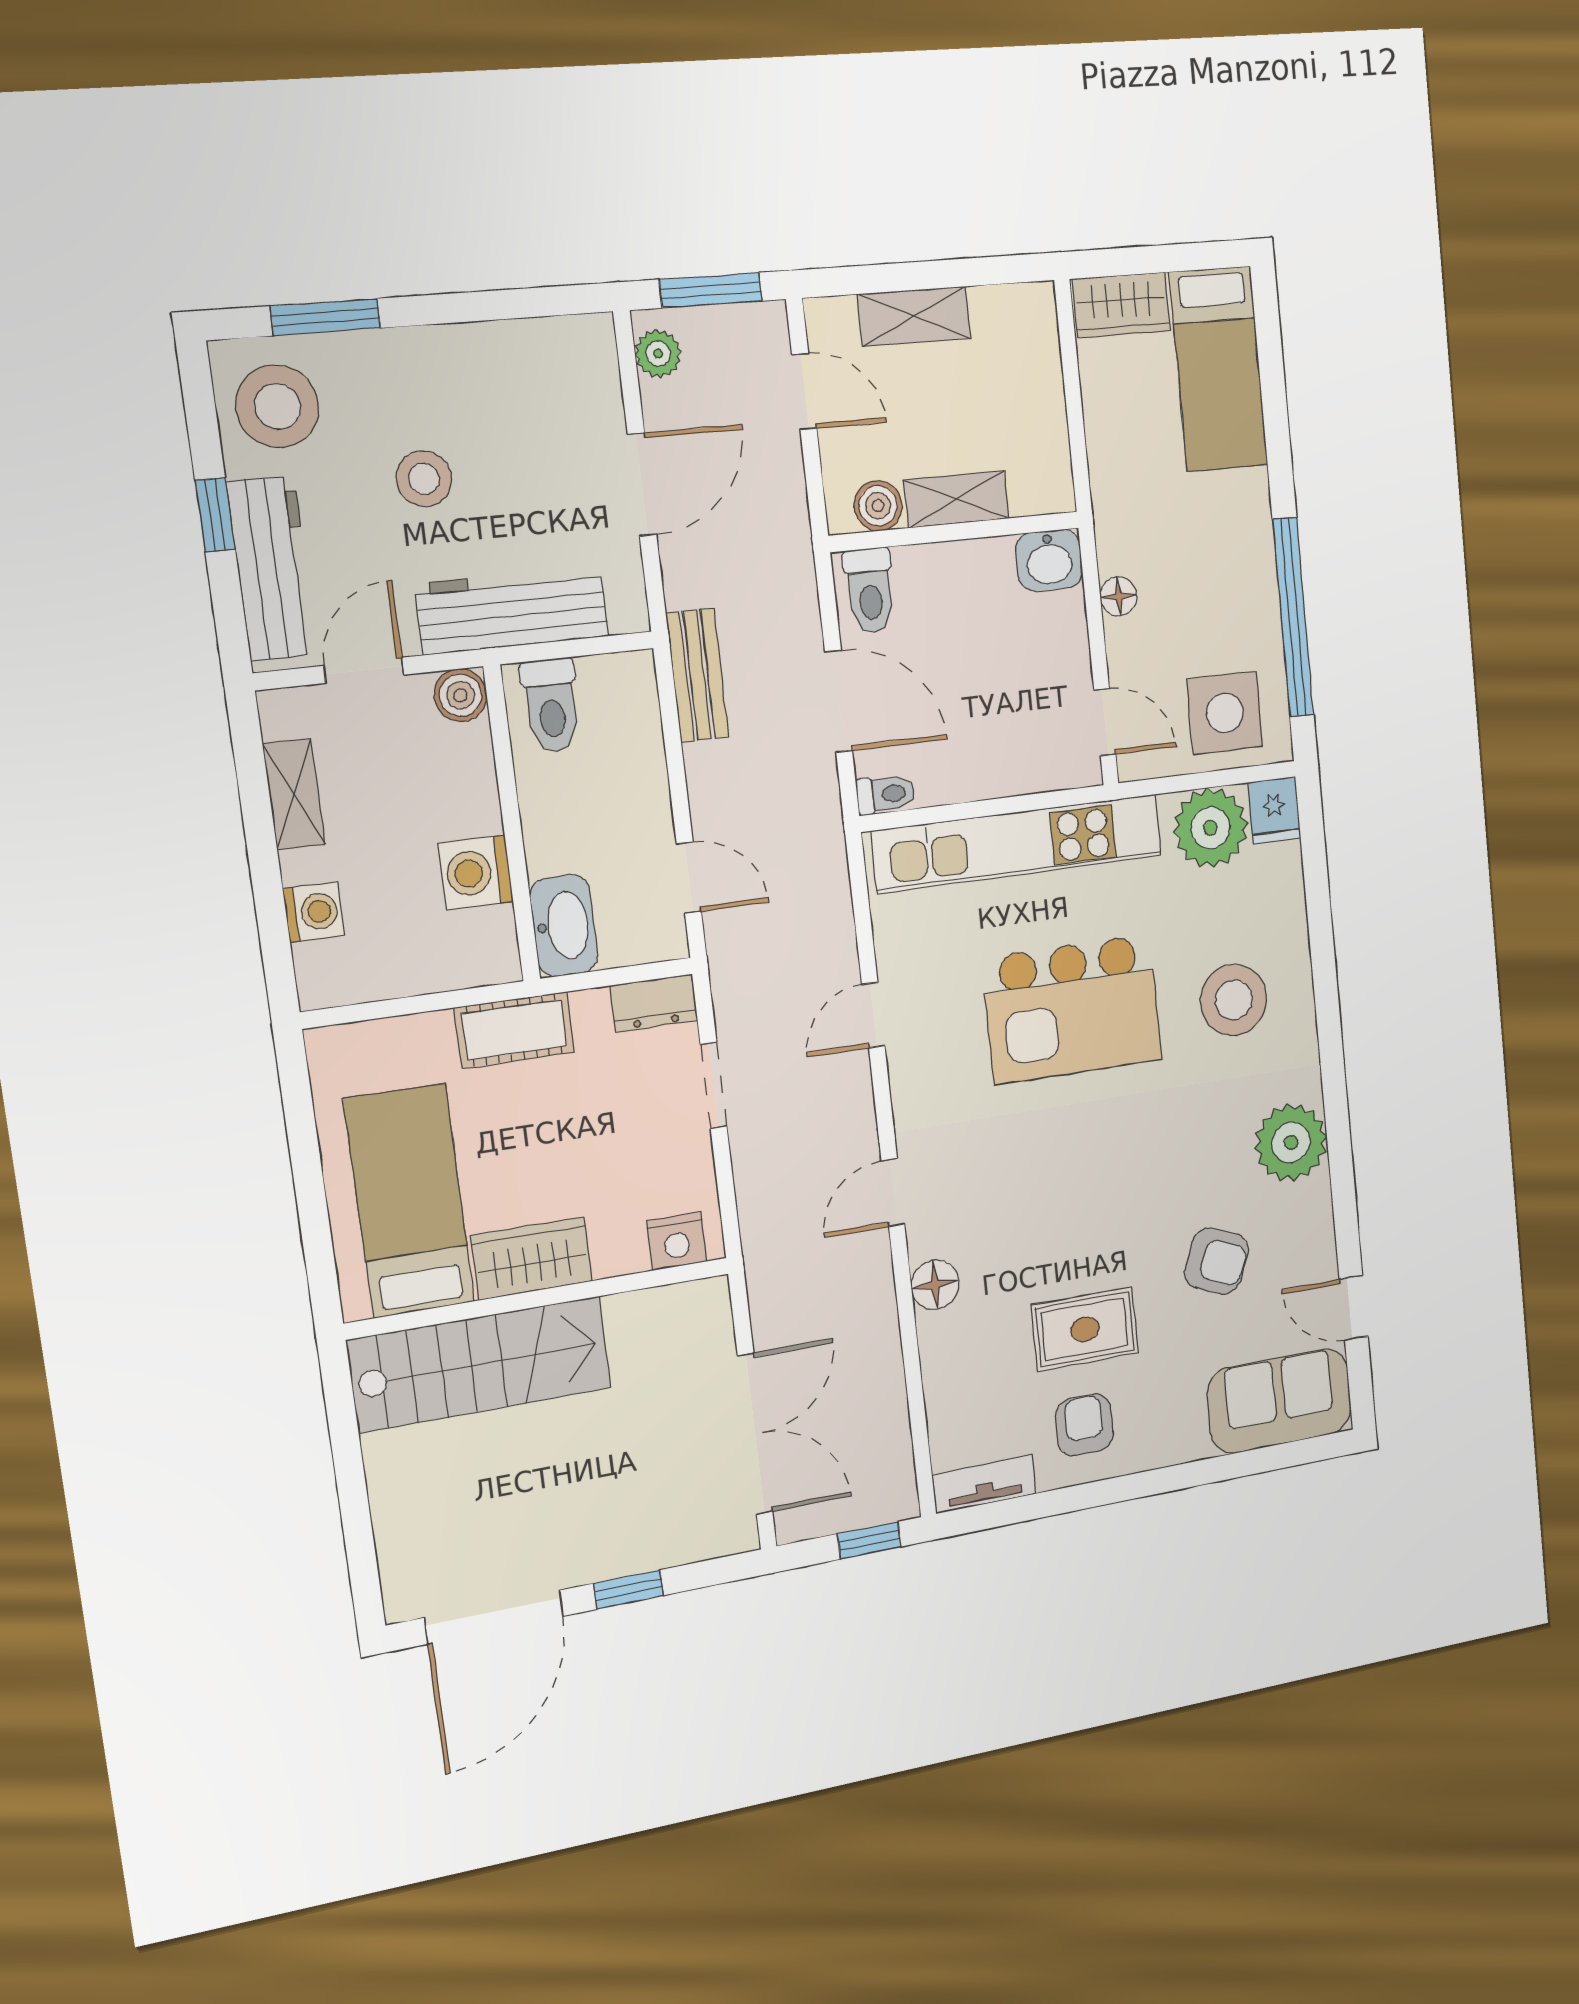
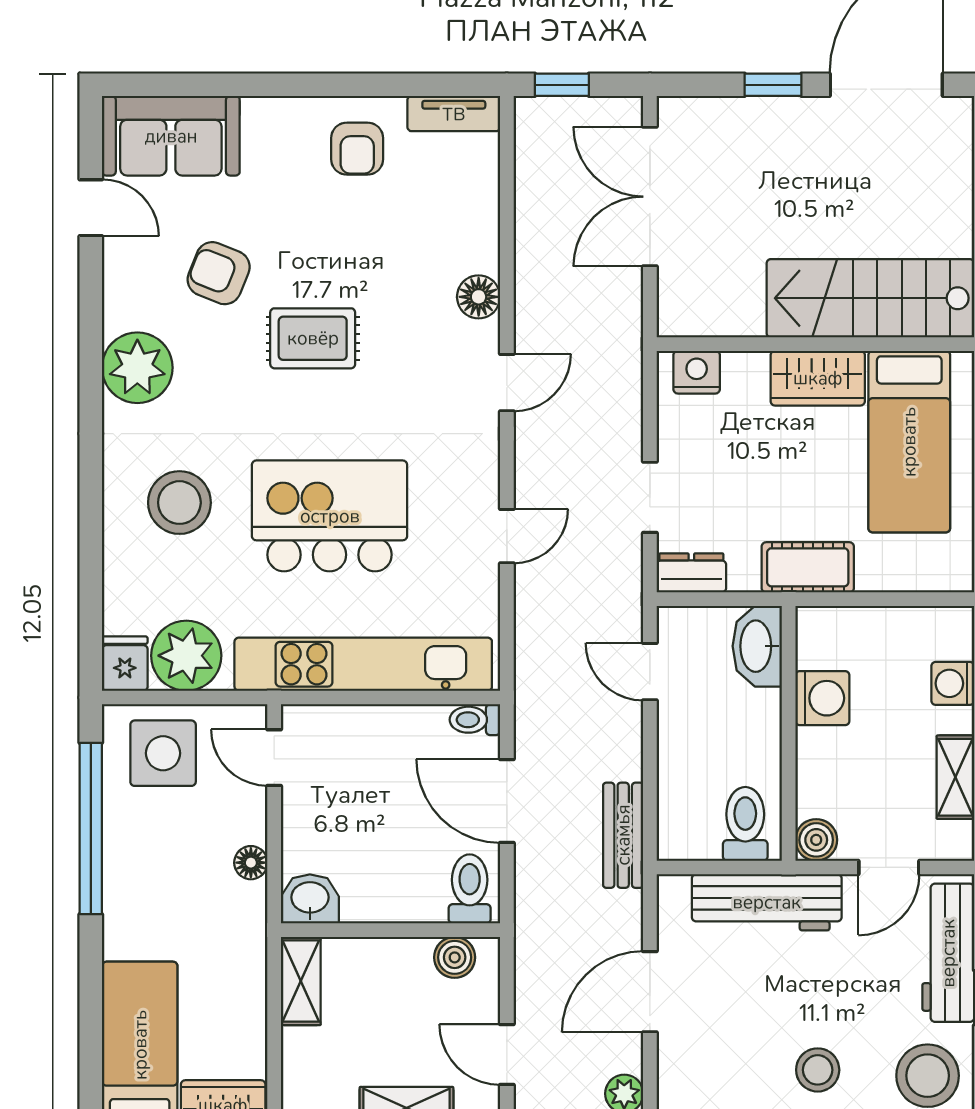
stool: (424, 479) -> (818, 1070), moved
shelving: (956, 499) -> (301, 981), moved, turned 90
rug: (1085, 1329) -> (313, 338), moved

